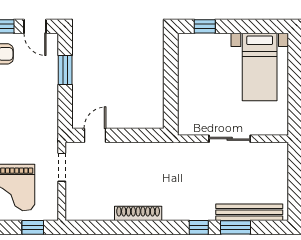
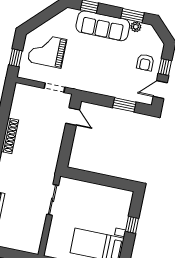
window: (205, 26) -> (132, 225), moved
sliding door: (230, 139) -> (53, 200), moved

